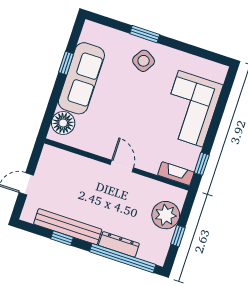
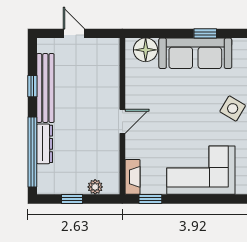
plant: (166, 215) -> (95, 187), width x0.53, depth x0.53

